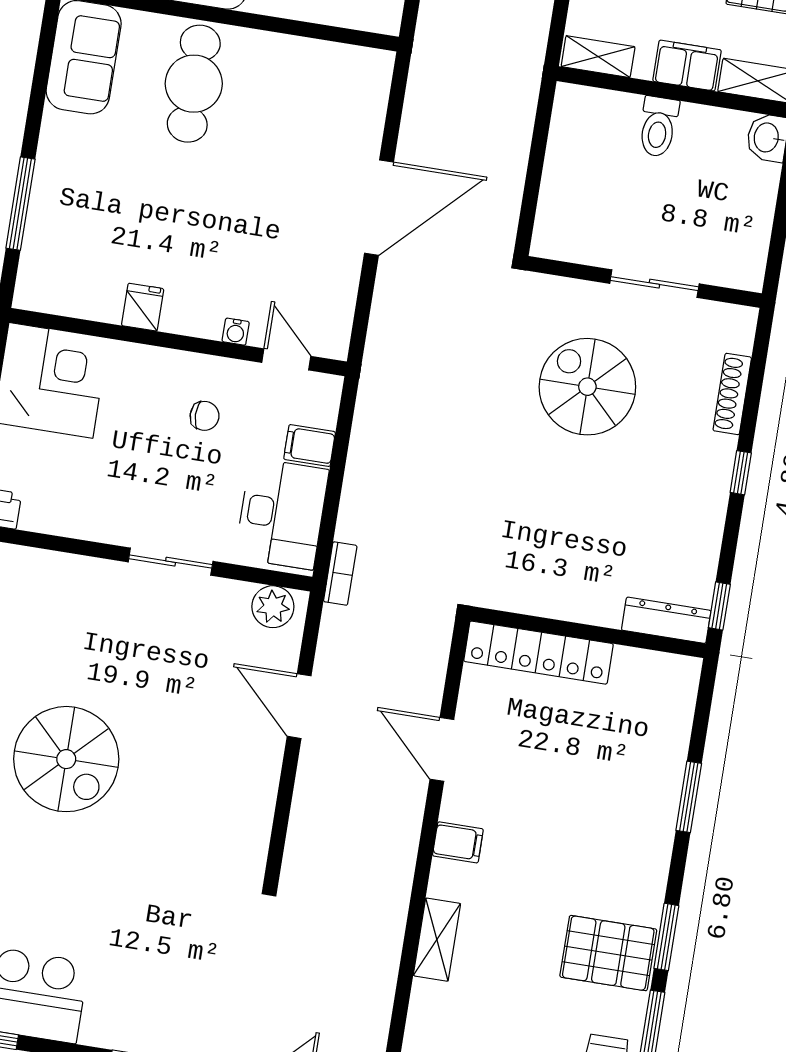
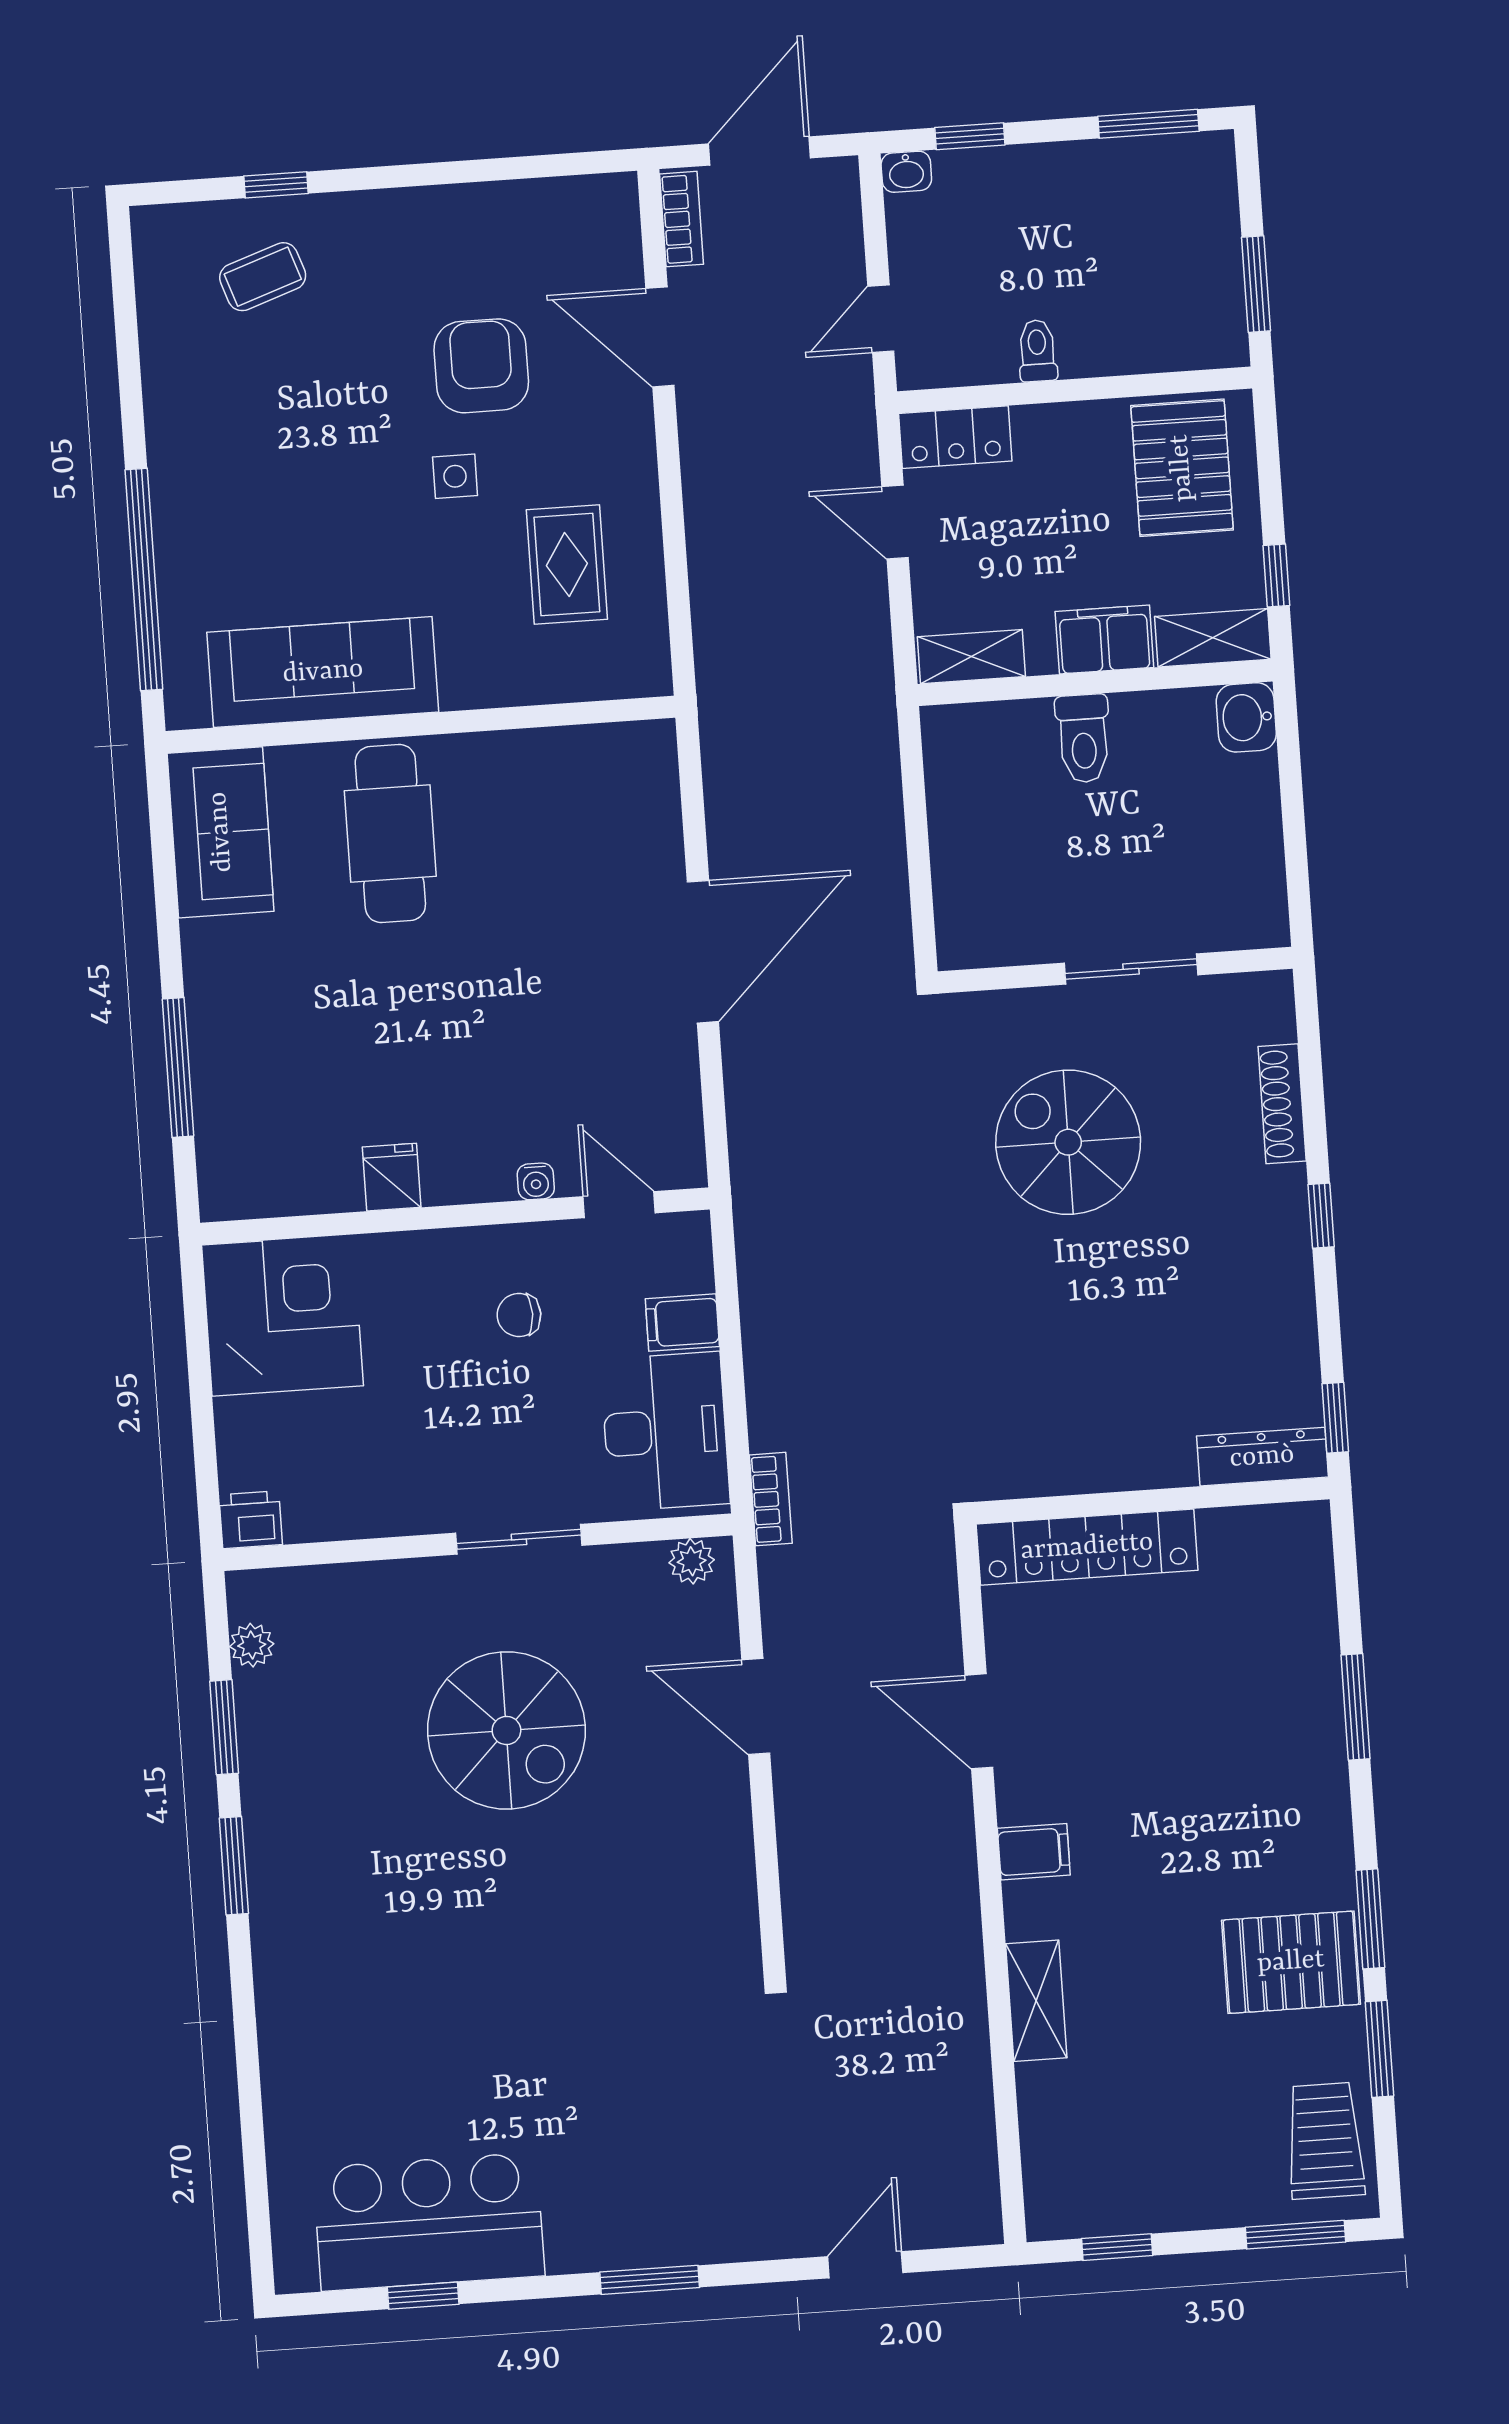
chair: (205, 416) -> (519, 1315), turned 180
plant: (273, 607) -> (692, 1561), width x0.73, depth x0.73
spiral stairs: (66, 759) -> (506, 1730), moved

